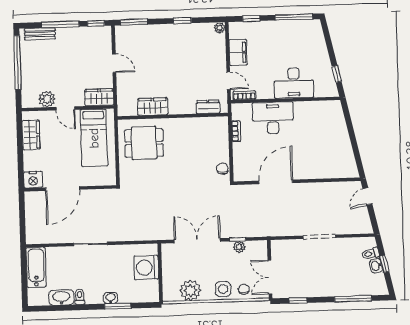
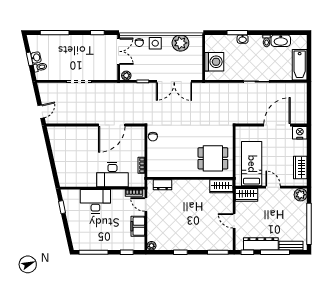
dresser: (79, 35) -> (261, 244), added
plant: (47, 99) -> (301, 195), moved
wardrobe: (153, 107) -> (221, 186), moved
plant: (239, 247) -> (126, 76), moved

